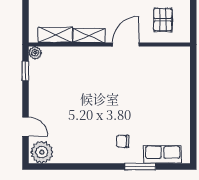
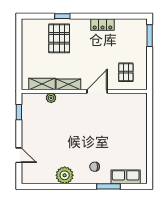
plant: (35, 53) -> (51, 98), moved
plant: (42, 152) -> (65, 175), moved

